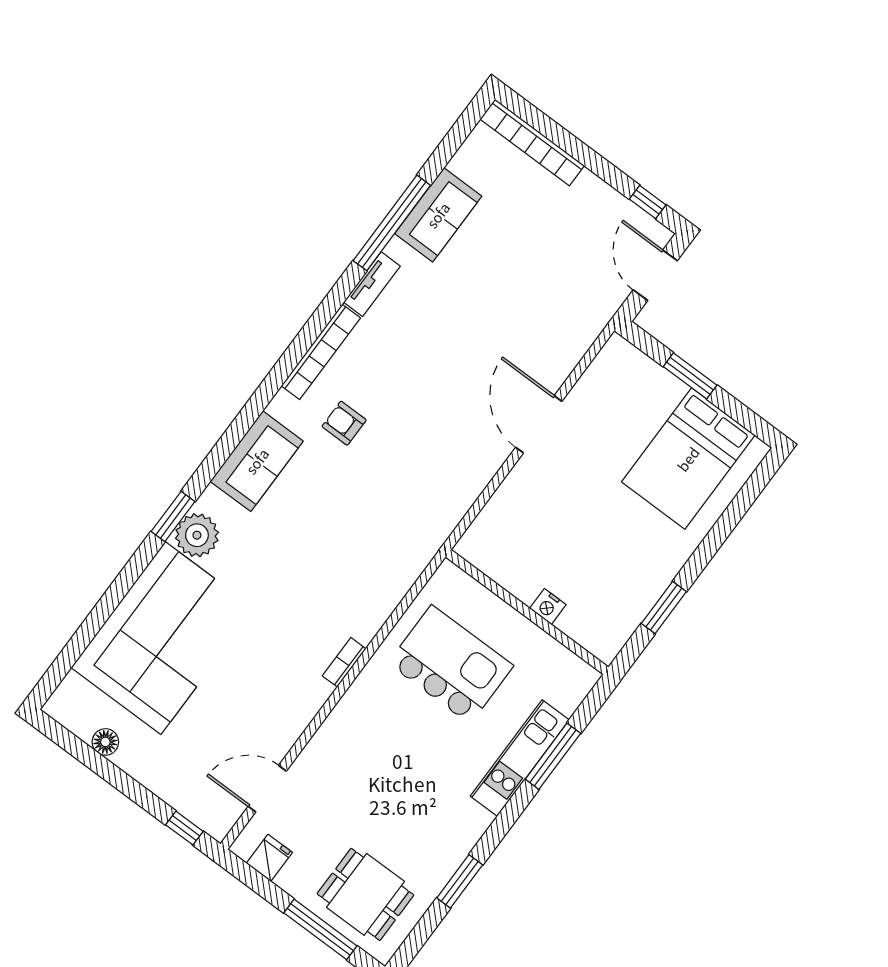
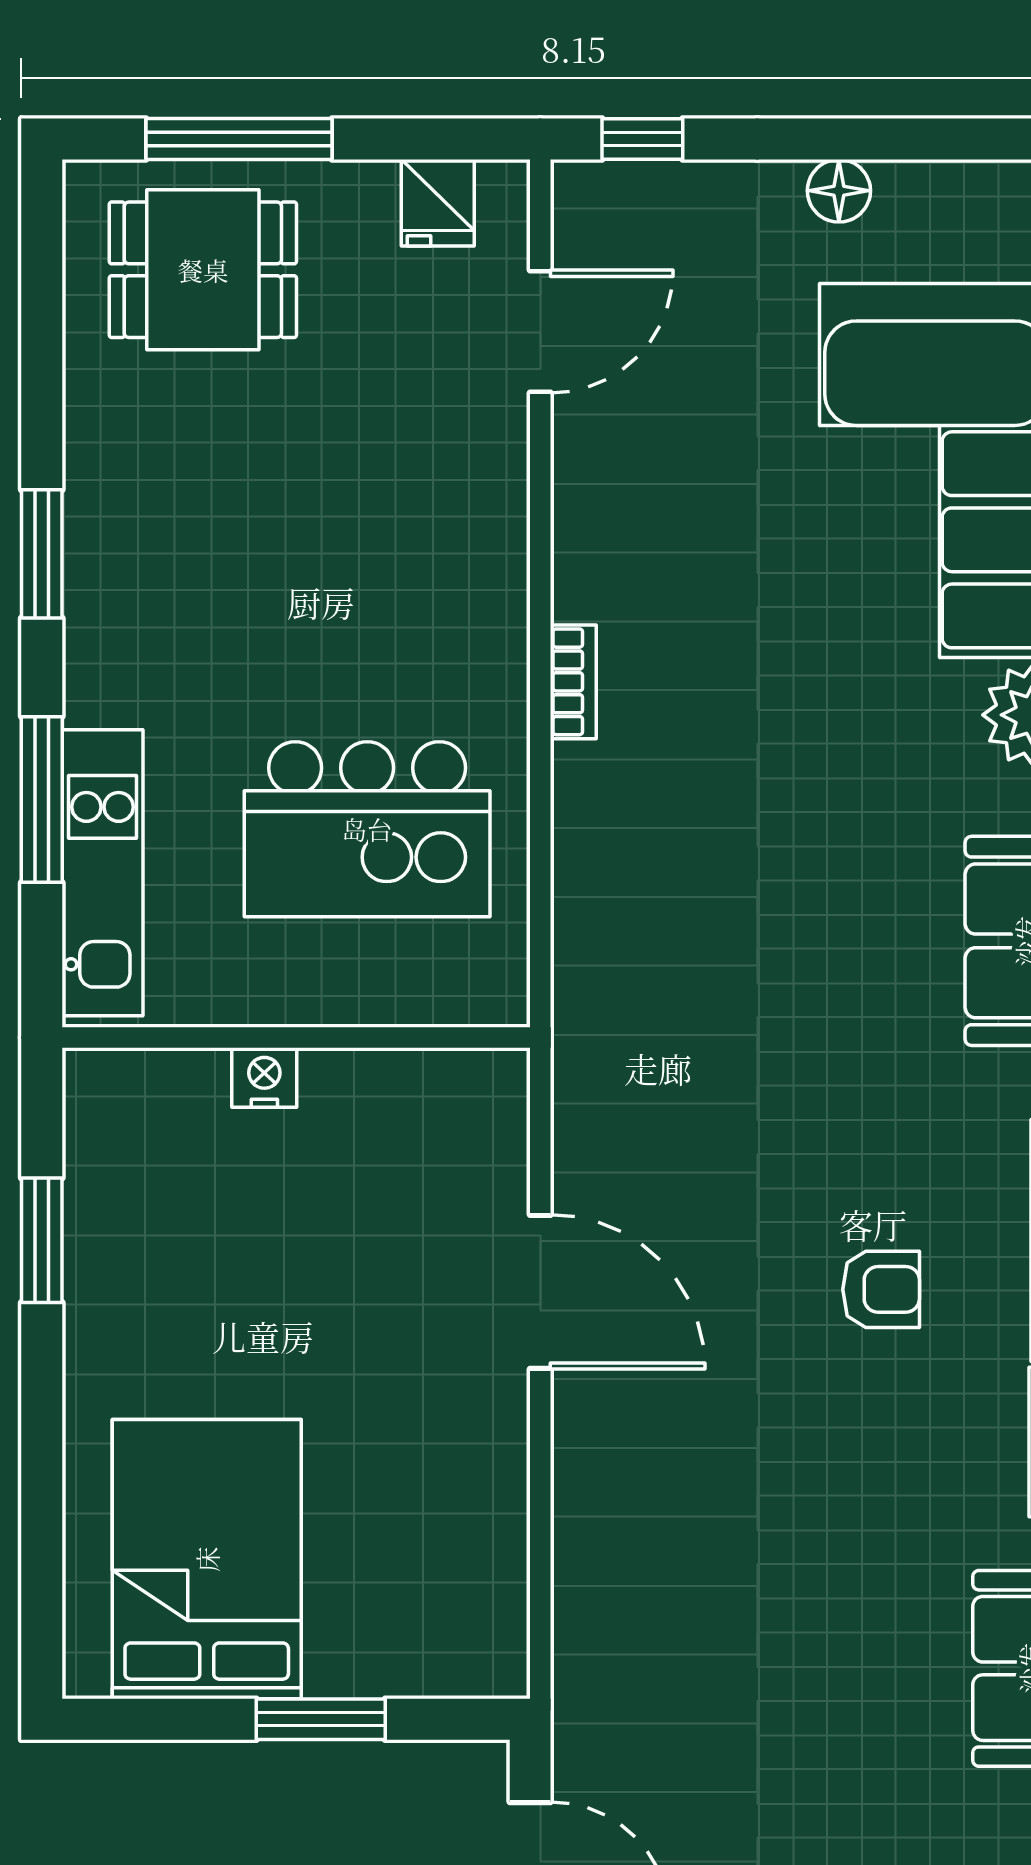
armchair: (344, 423) -> (881, 1289), moved
door: (539, 424) -> (540, 1292), moved
floor lamp: (105, 742) -> (839, 191), moved
kitchen unit: (520, 758) -> (102, 873), moved
window: (460, 881) -> (42, 554), moved

